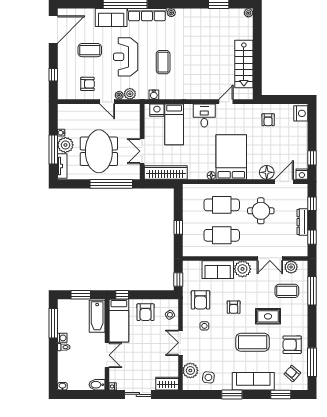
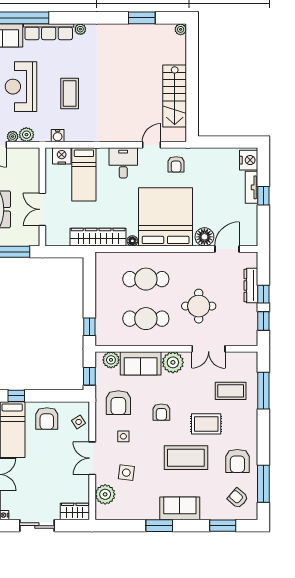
armchair: (268, 120) -> (176, 164), moved
tv unit: (303, 134) -> (252, 187), added
bed: (231, 157) -> (166, 217), width x1.36
window: (312, 158) -> (263, 196), moved
wardrobe: (166, 173) -> (98, 237), moved
nightstand: (302, 174) -> (250, 239), removed
window: (312, 204) -> (263, 294), moved
round table: (261, 211) -> (199, 306), moved
dresser: (302, 222) -> (251, 286), moved
window: (178, 227) -> (89, 327), moved
plant: (291, 267) -> (111, 360), moved
armchair: (292, 345) -> (237, 461), turned -90
side table: (208, 377) -> (126, 473), moved
sofa: (253, 381) -> (180, 508), width x0.73

